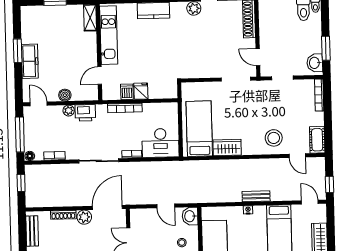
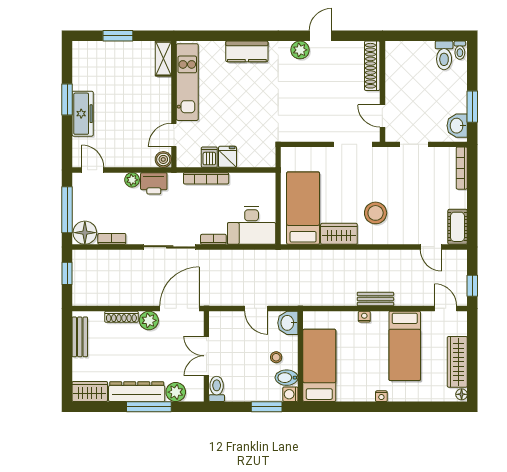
boiler: (65, 95) -> (163, 159), moved
stool: (274, 138) -> (376, 213), moved
floor lamp: (30, 156) -> (85, 233), width x1.89, depth x1.89

